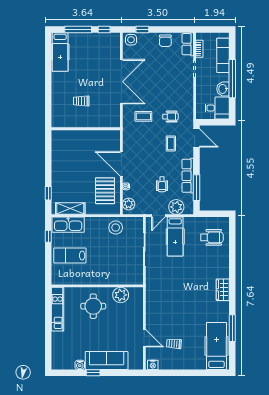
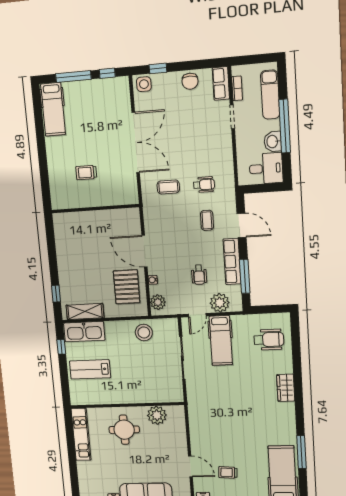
door: (197, 138) -> (242, 225), moved
wardrobe: (223, 290) -> (286, 388), moved

